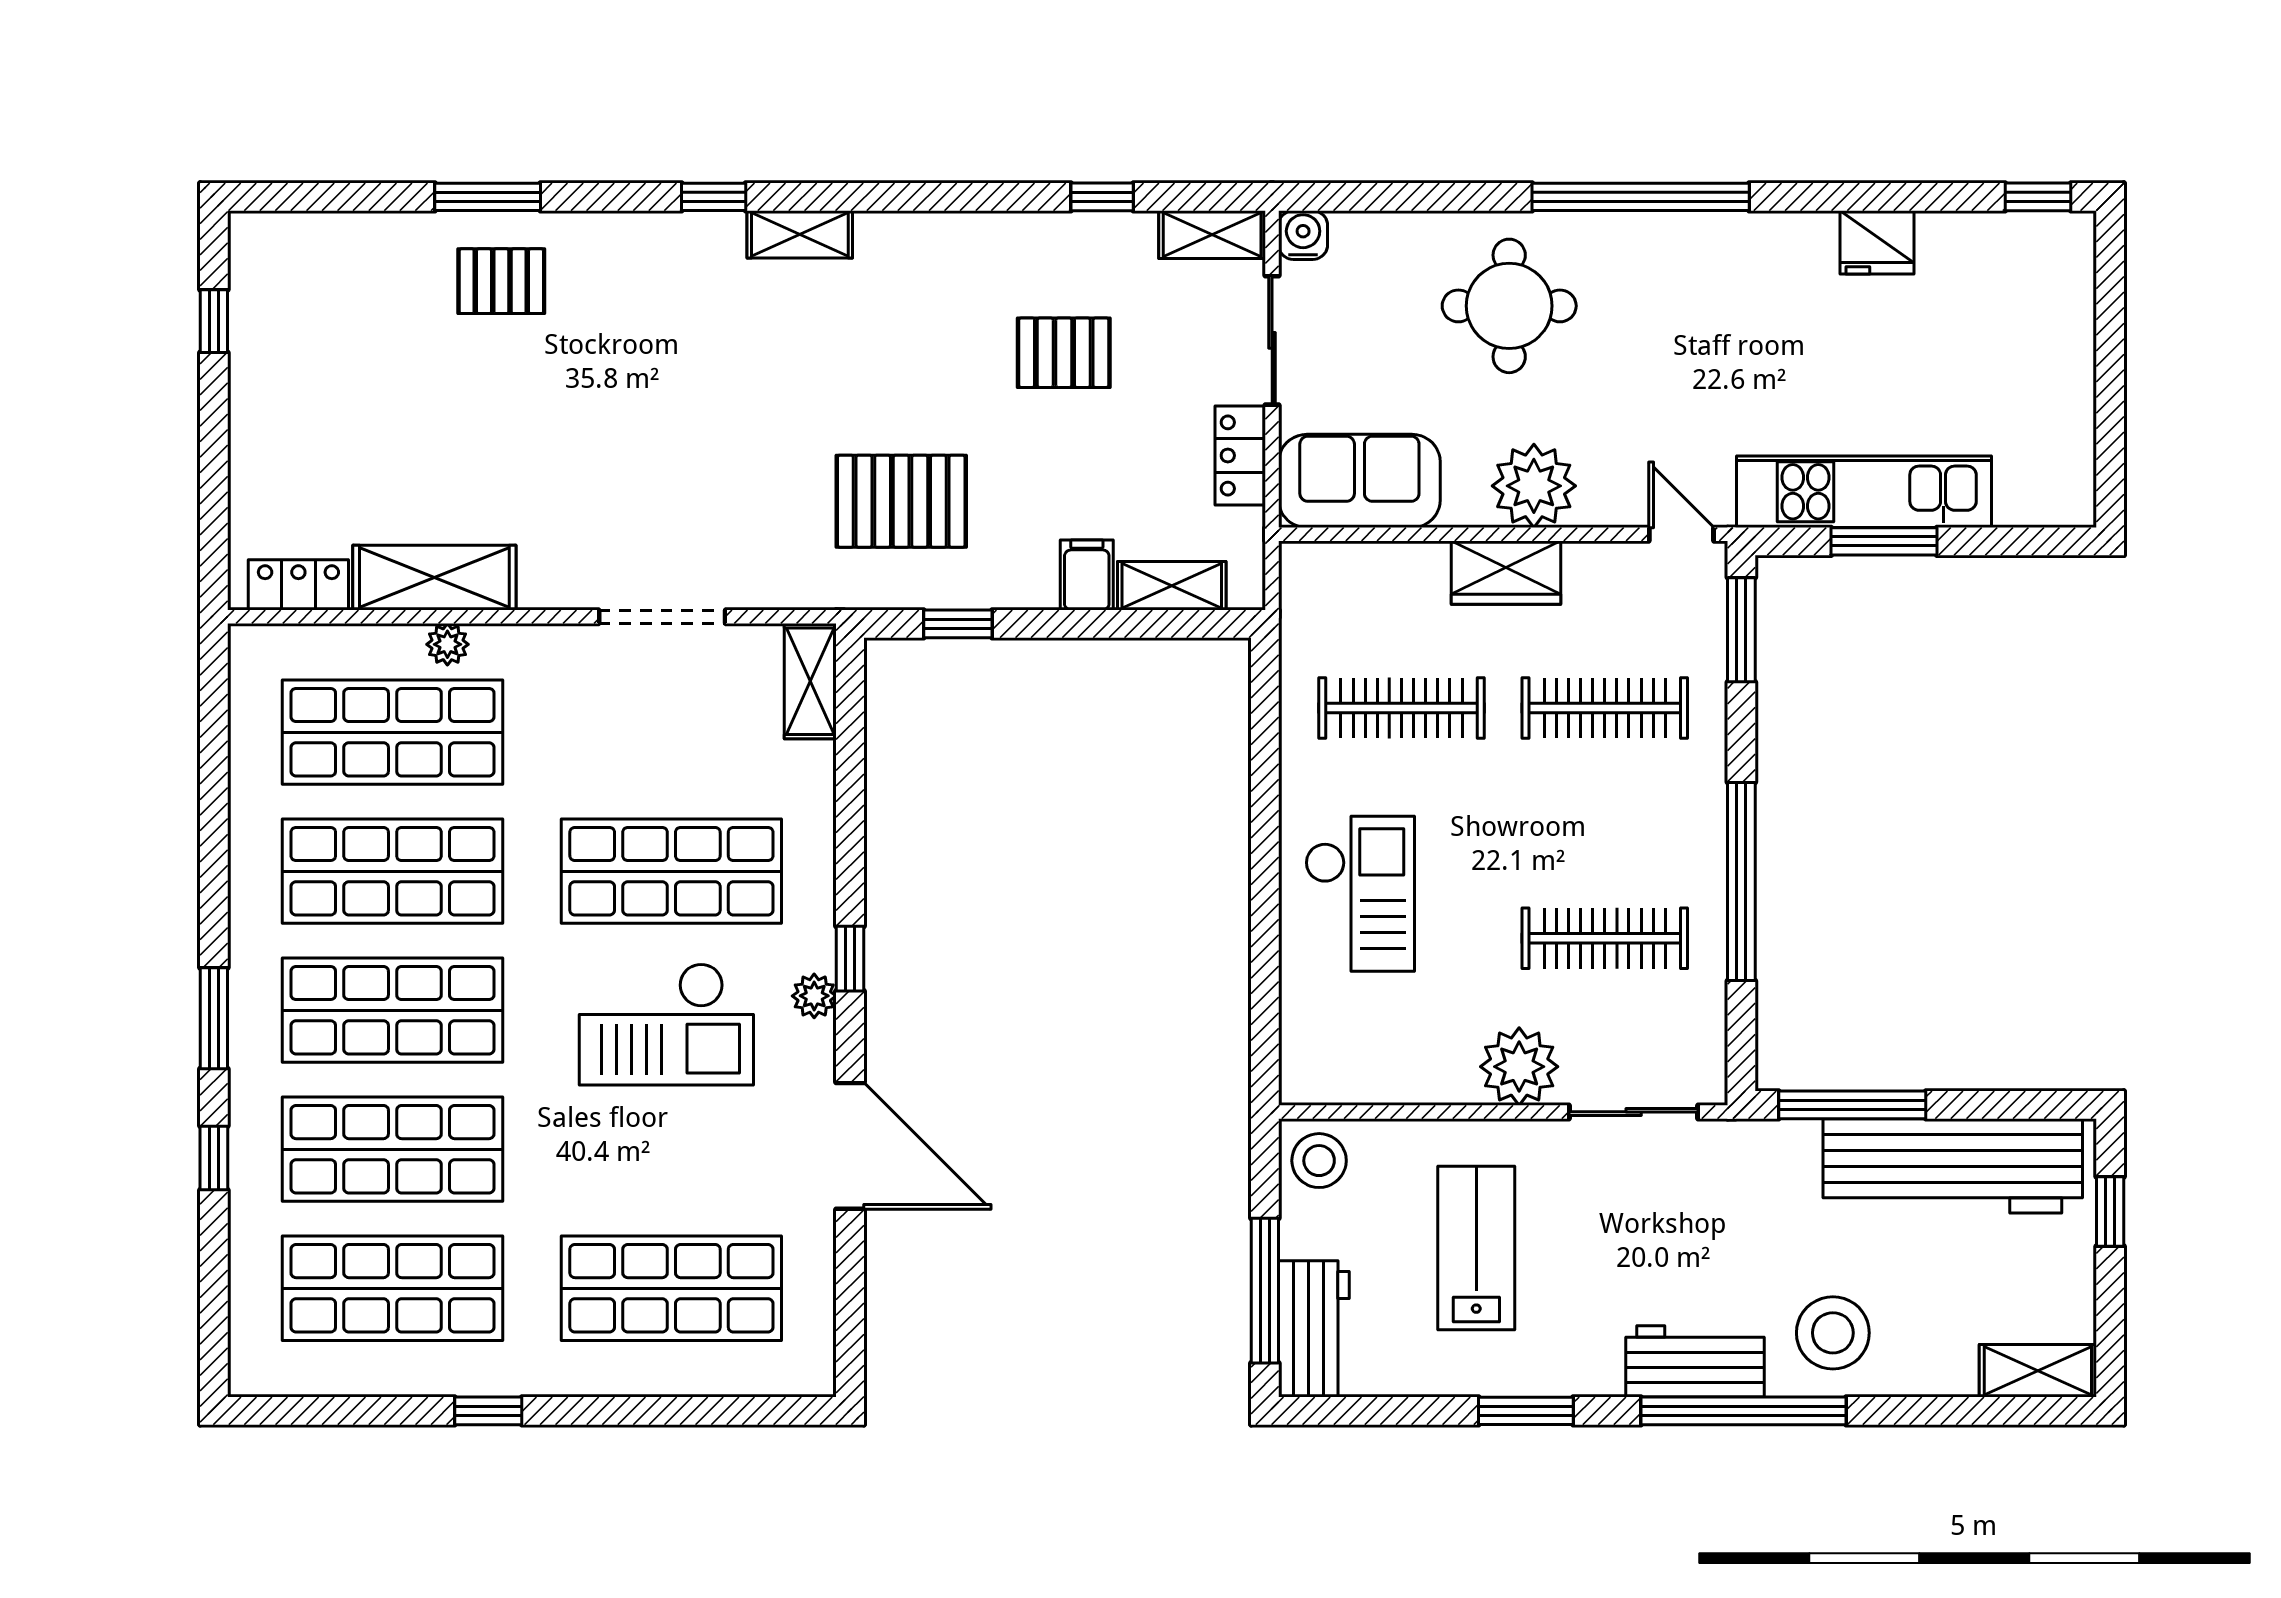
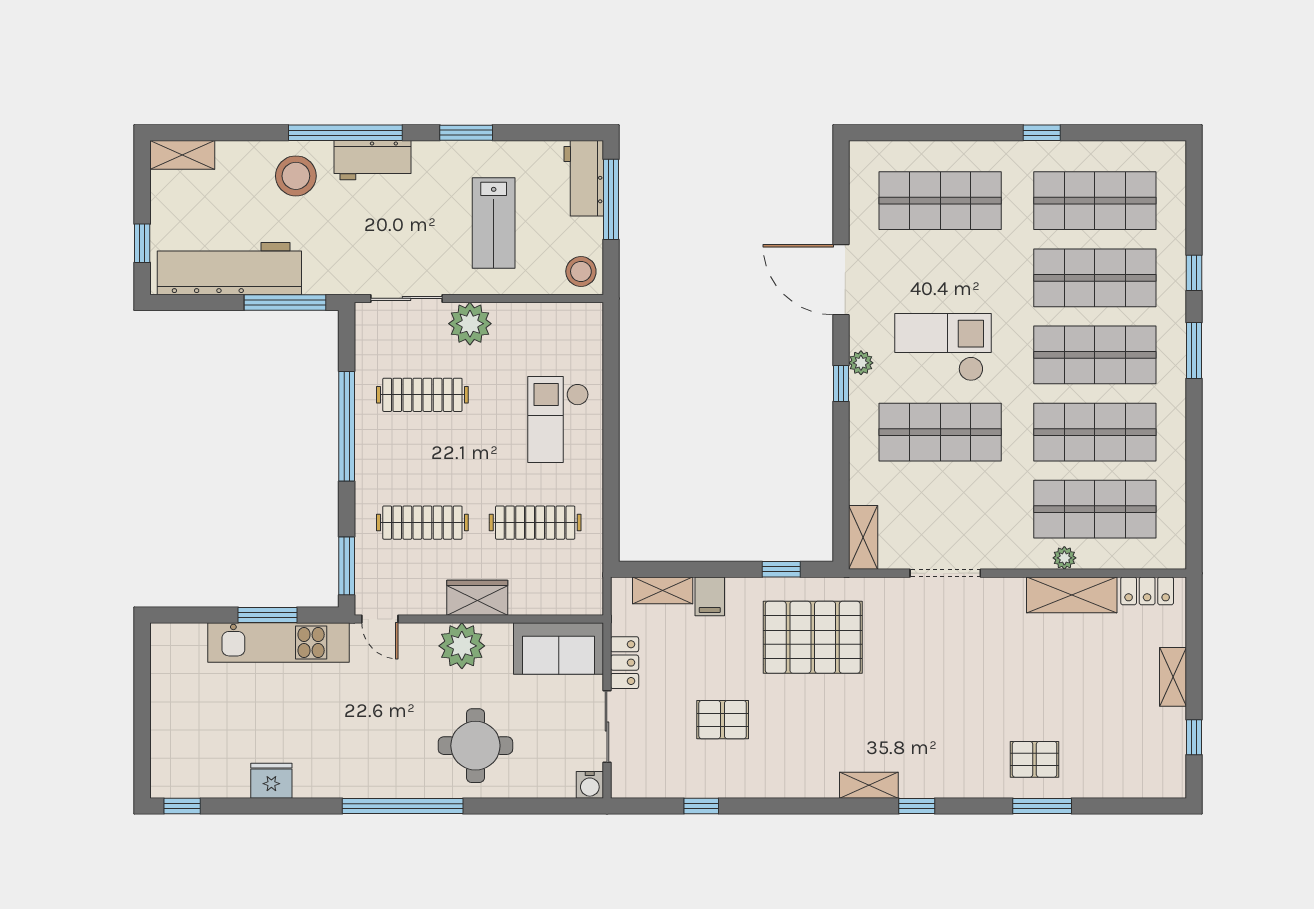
shelving: (1212, 235) -> (1173, 677), moved, turned 90
pallet: (901, 501) -> (813, 637), width x1.37, depth x1.41

